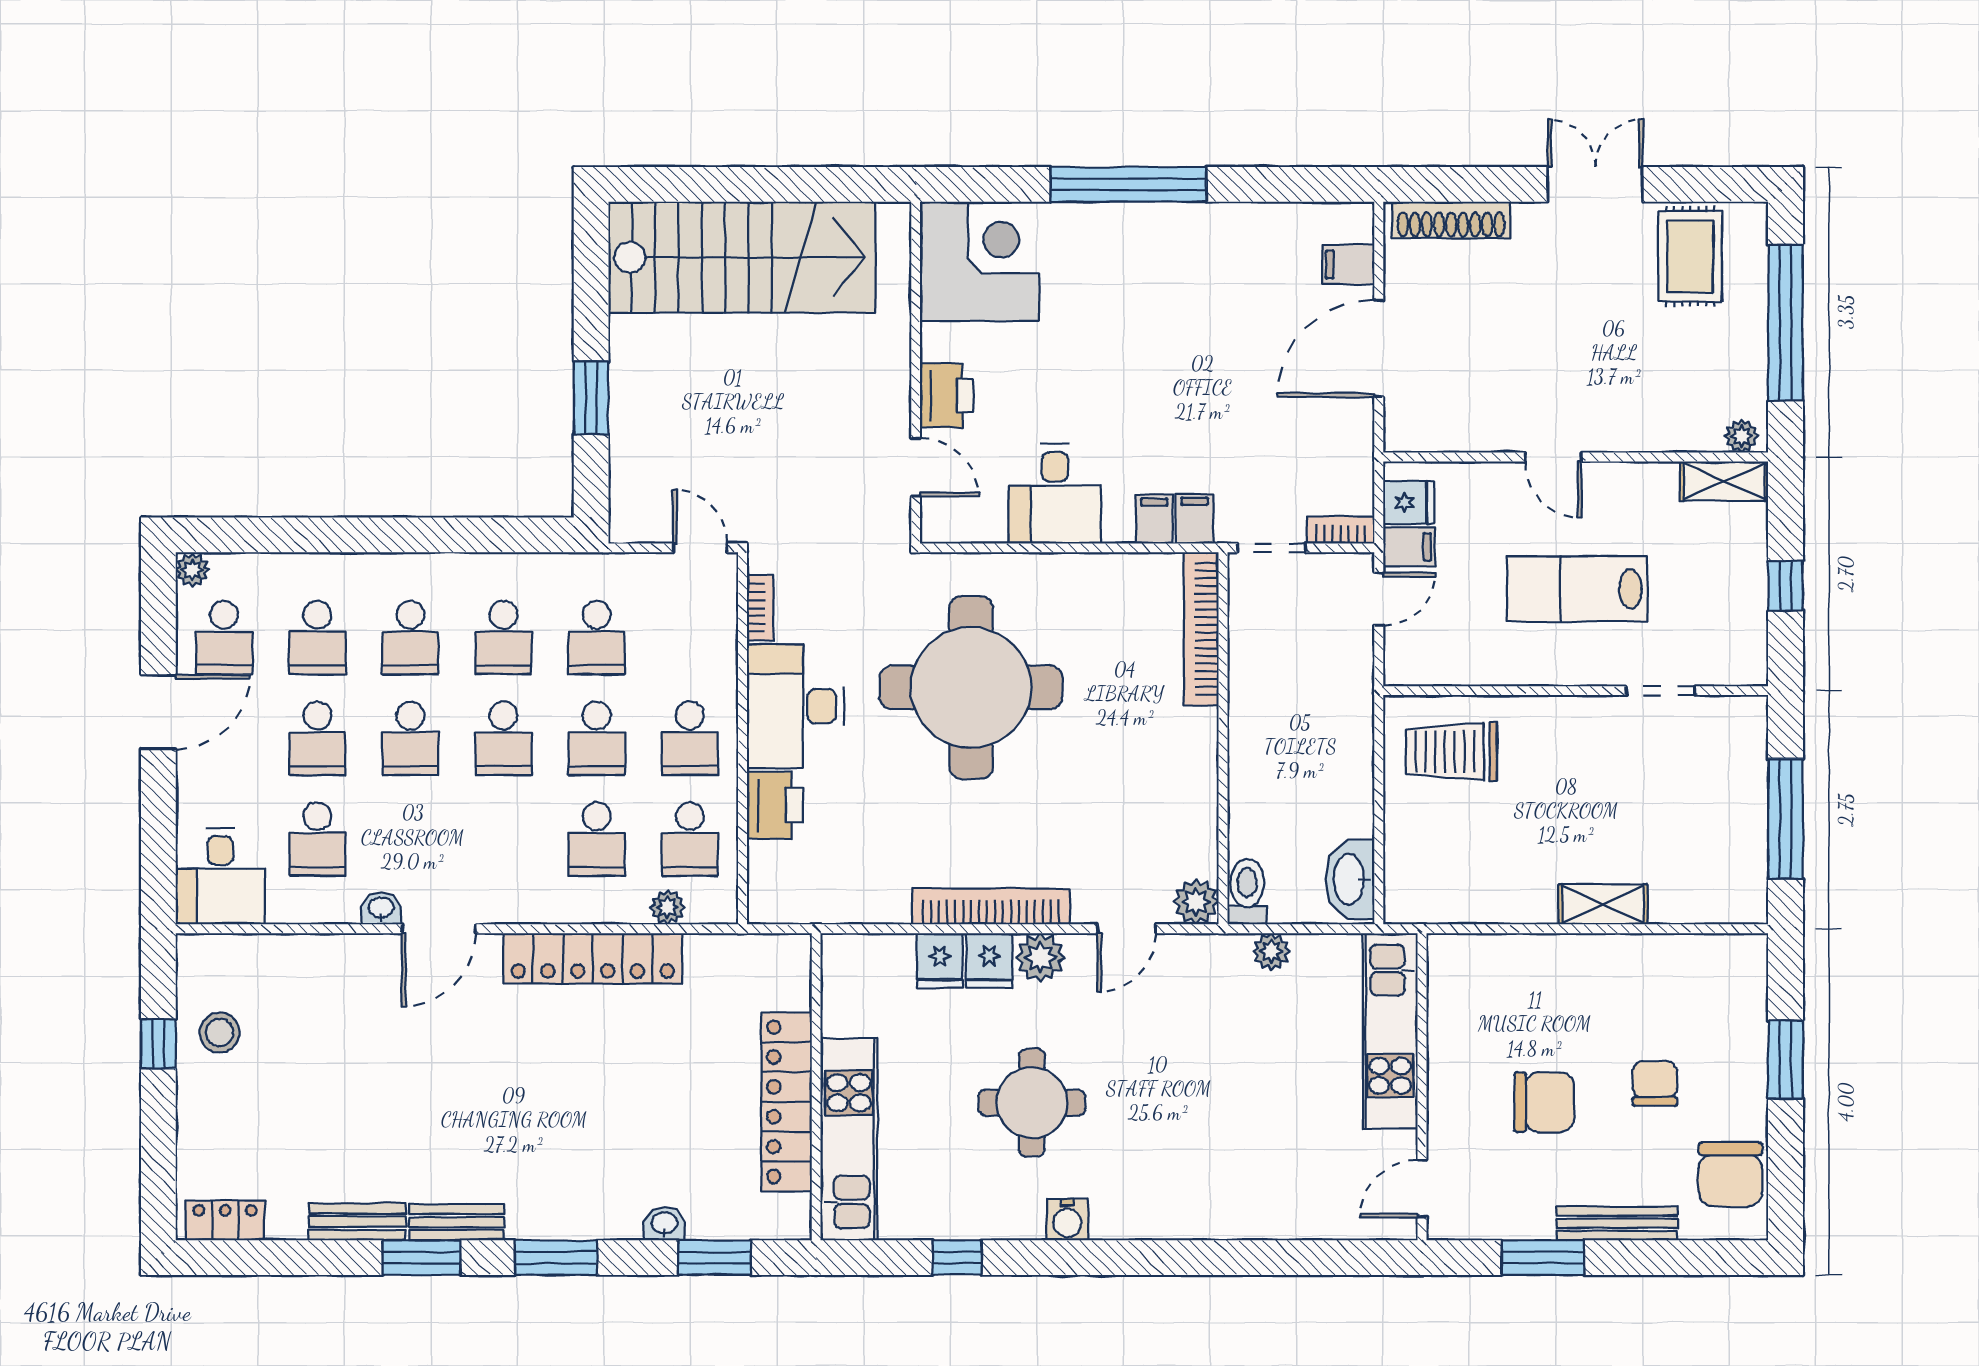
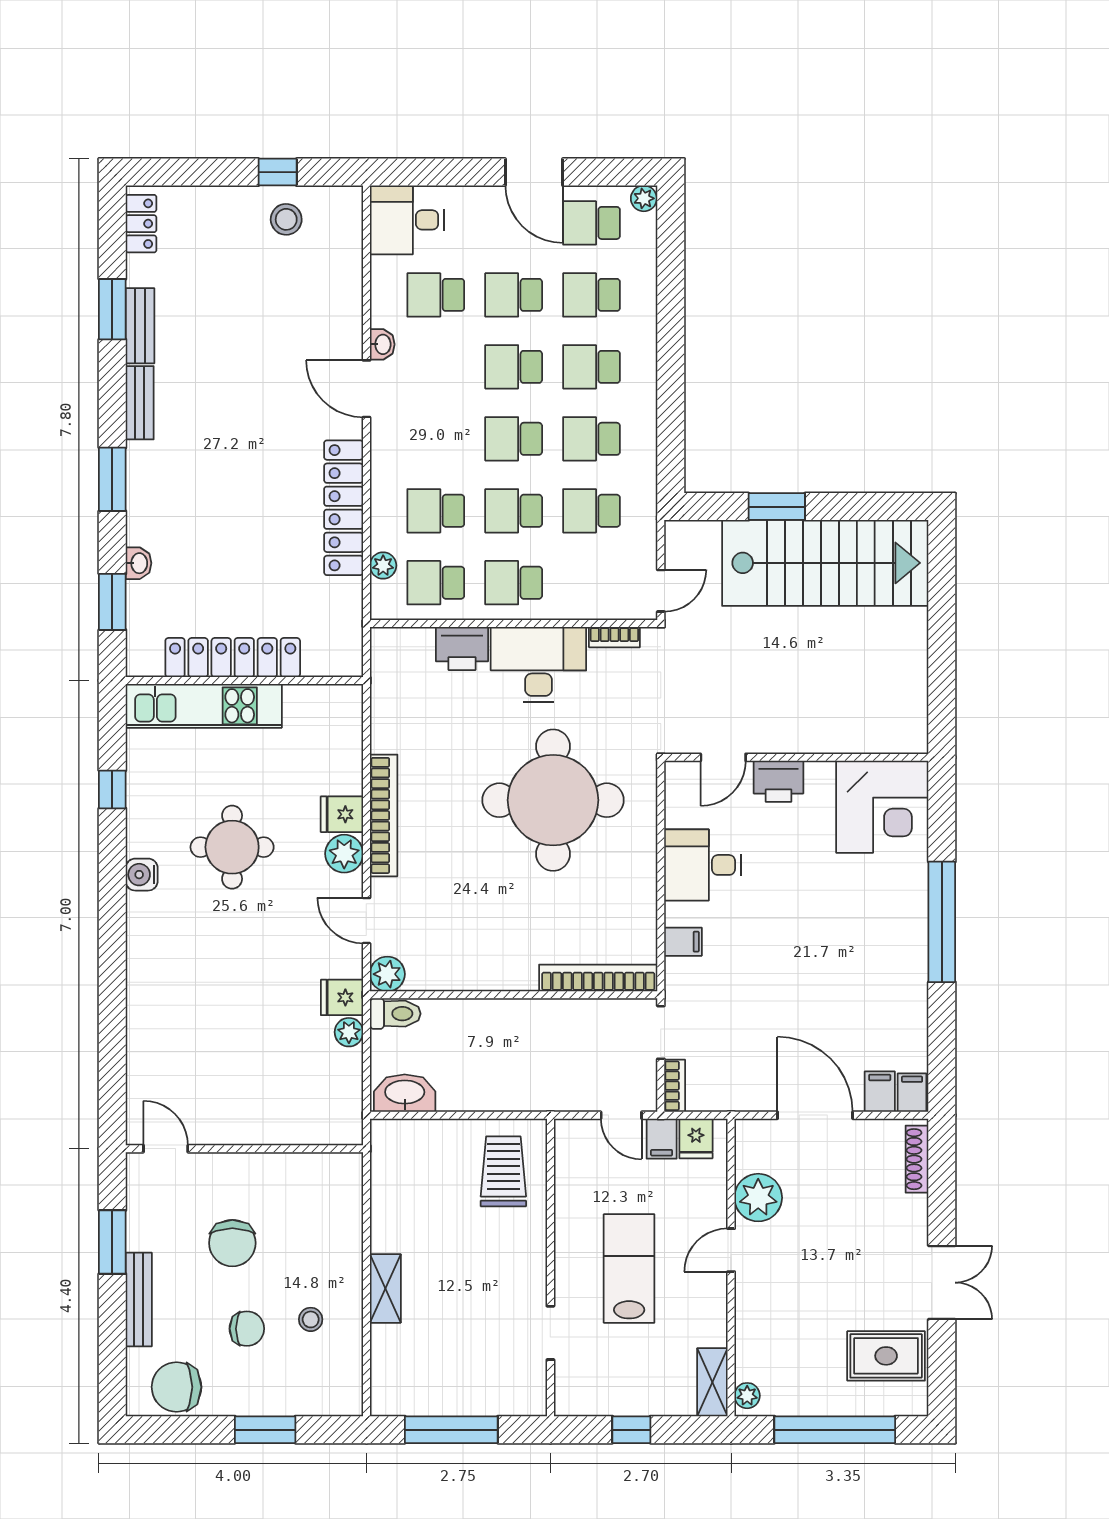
shoe rack: (1451, 220) -> (917, 1159), width x0.74, depth x0.81
stairs: (742, 257) -> (825, 563), moved, turned -90
plant: (1485, 422) -> (758, 1198), added
filing cabinet: (1195, 519) -> (912, 1093), moved, turned -90
fridge: (940, 960) -> (342, 997), moved
stool: (1643, 1001) -> (311, 1319), added
kitchen unit: (1390, 1031) -> (288, 1124), removed
window: (421, 1258) -> (112, 309), moved

